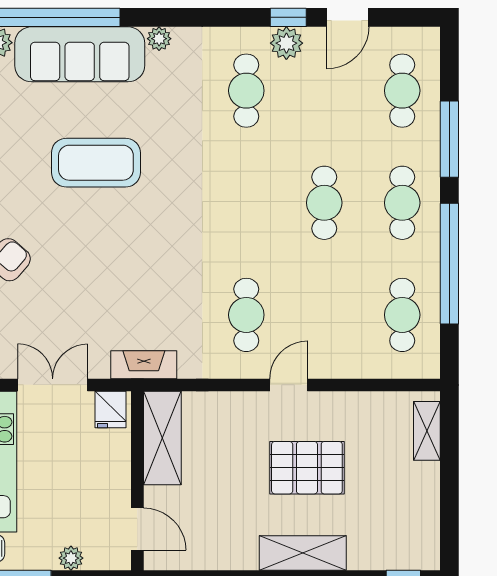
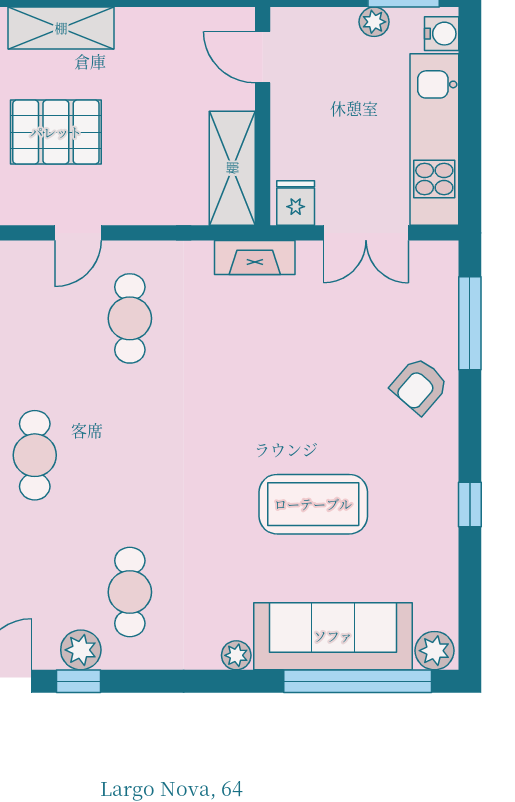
plant: (71, 558) -> (374, 22), moved

